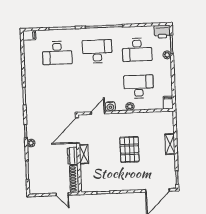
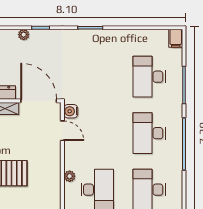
desk: (97, 51) -> (149, 133), turned 180
water cooler: (110, 106) -> (71, 111), moved

